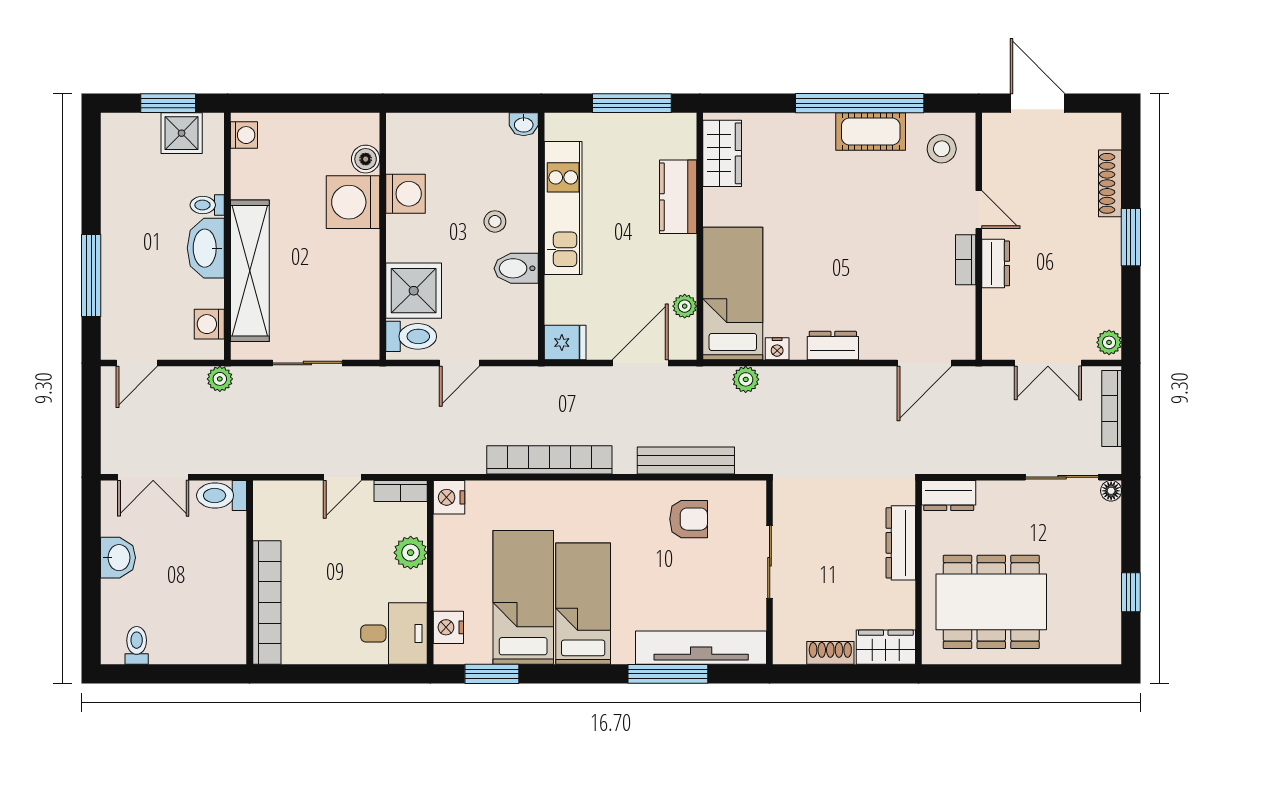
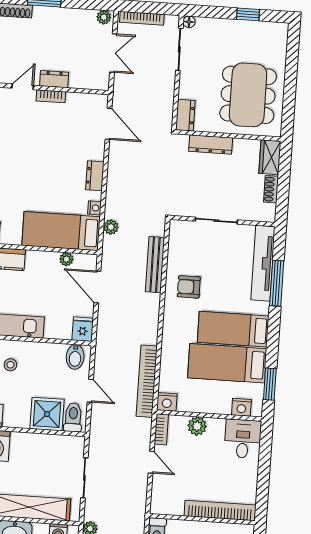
bidet: (516, 268) -> (75, 357), moved
bookcase: (549, 460) -> (147, 381), moved
armchair: (689, 519) -> (189, 287), moved, turned -90

